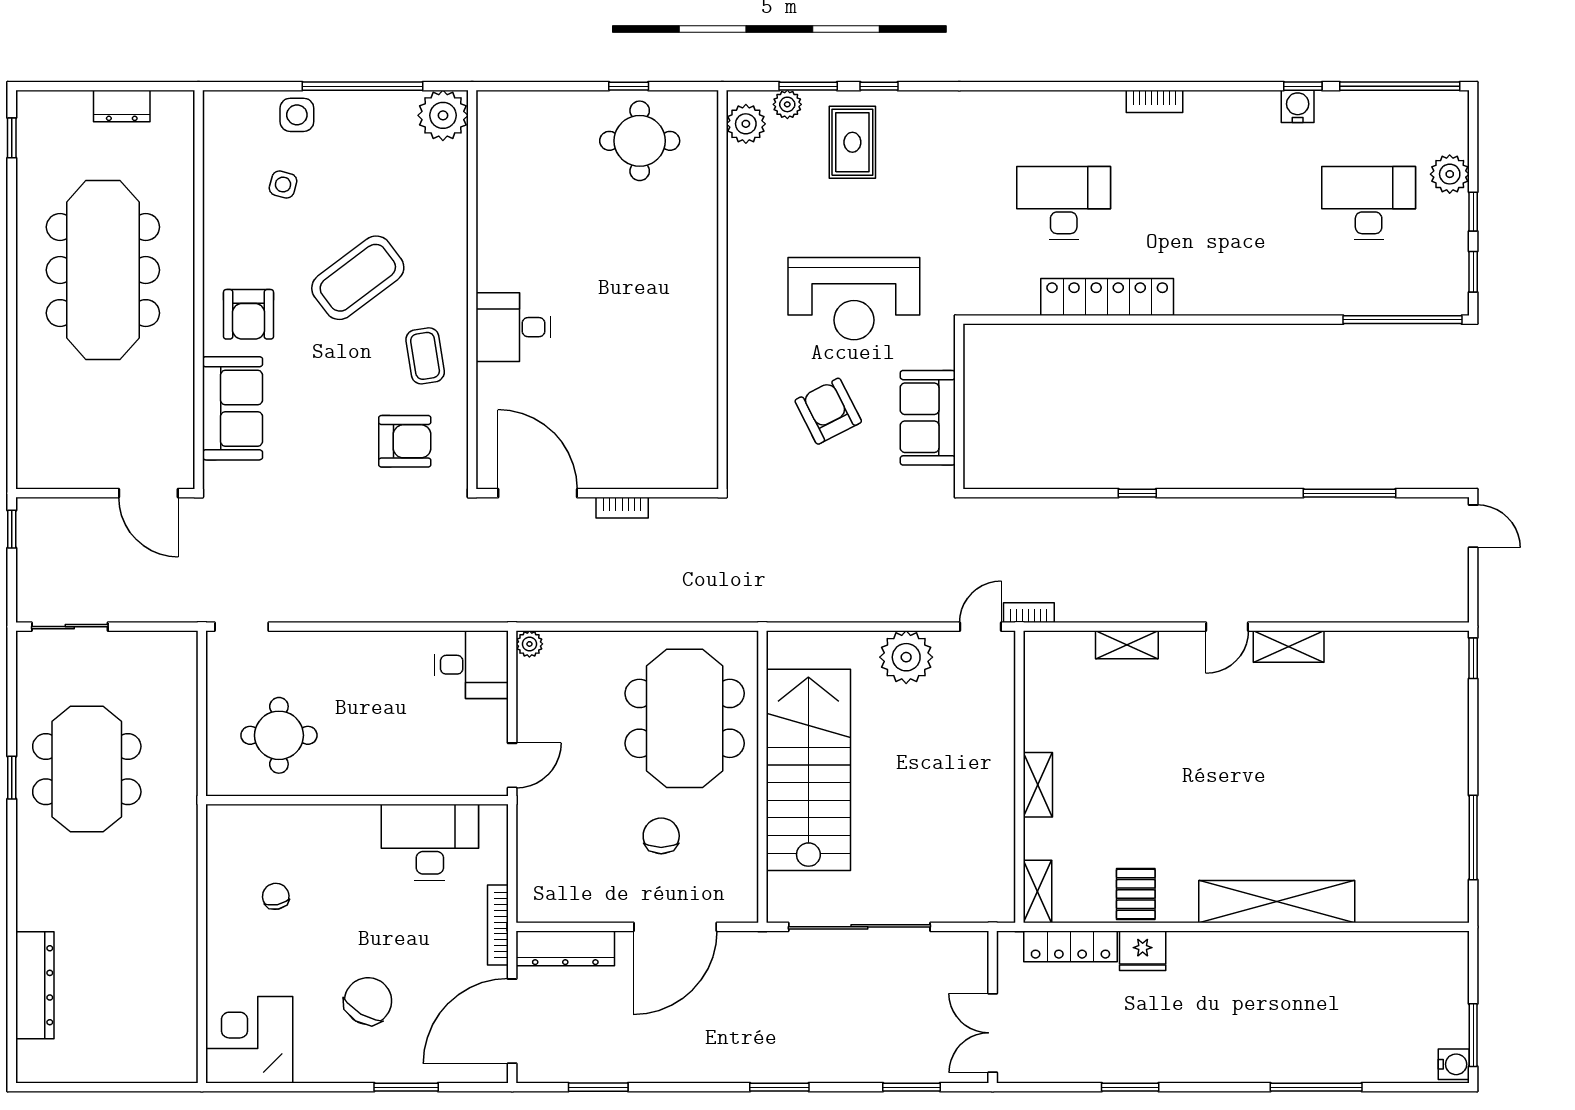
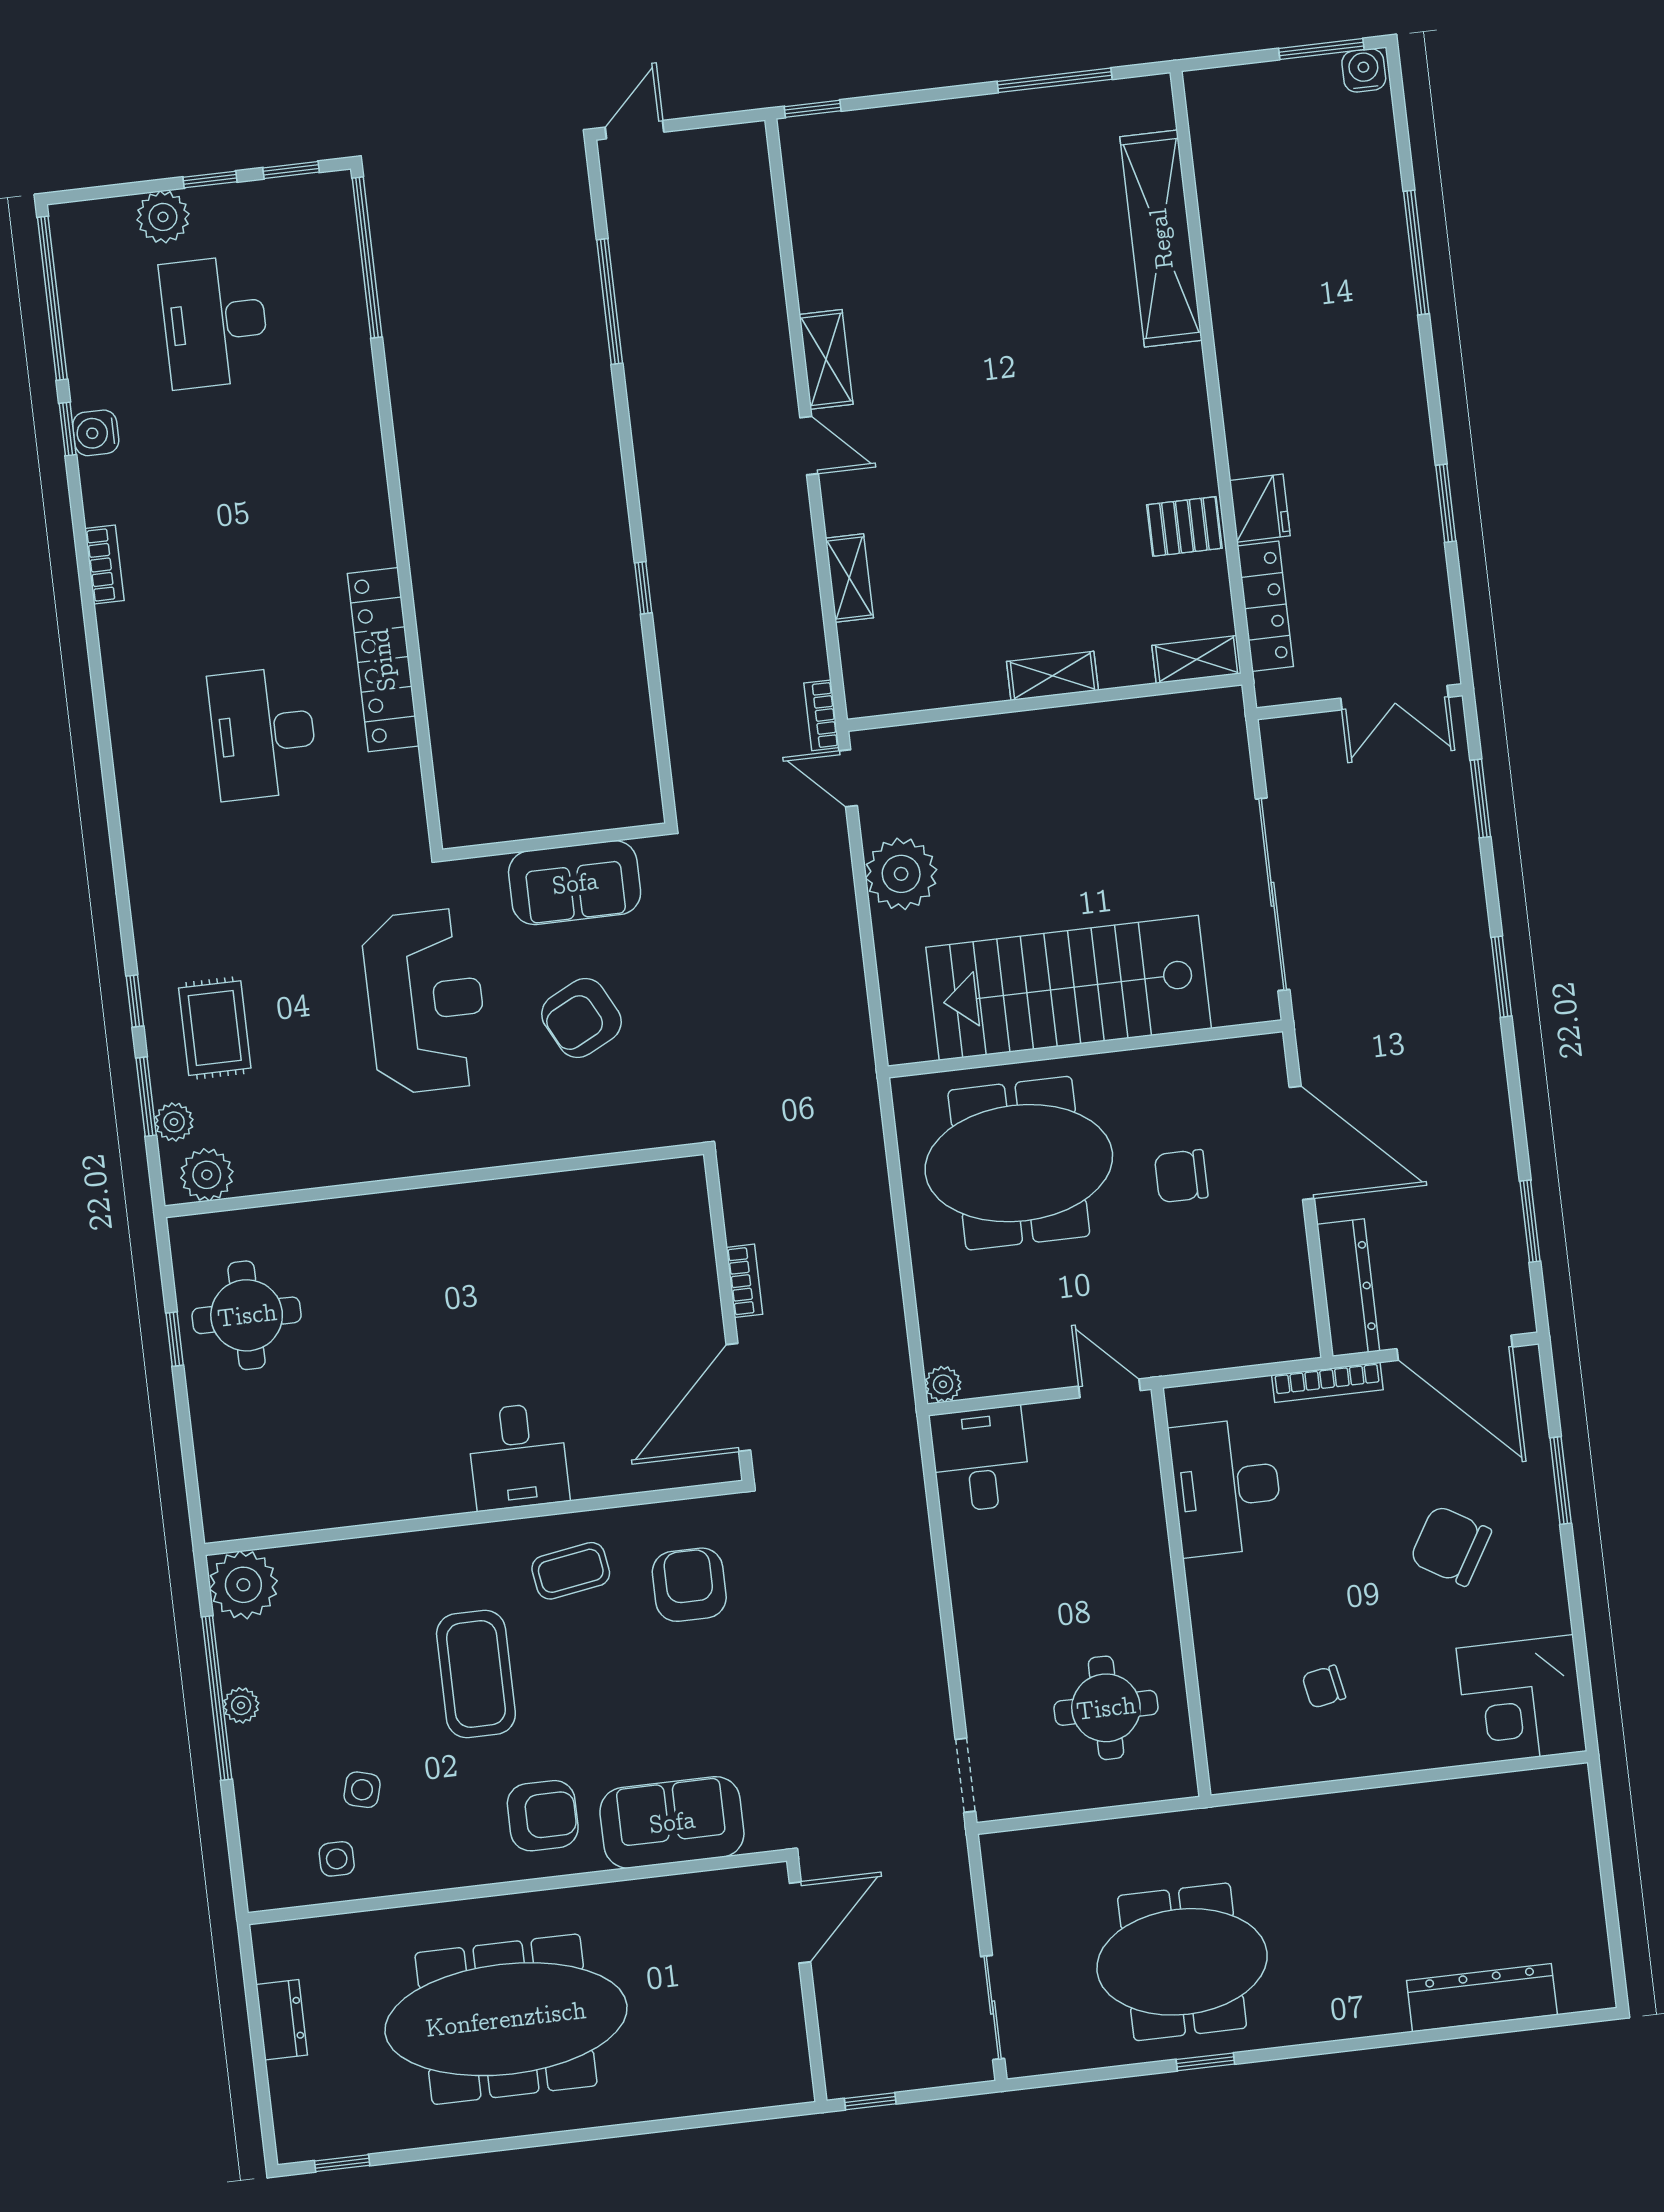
bookcase: (1155, 101) -> (104, 565), moved
plant: (355, 103) -> (241, 1705), added
side table: (297, 115) -> (337, 1859), moved, width x0.73, depth x0.73
rug: (852, 142) -> (215, 1028), turned 90
coffee table: (358, 278) -> (476, 1674), turned 37
shelving: (1277, 902) -> (1161, 239), moved

